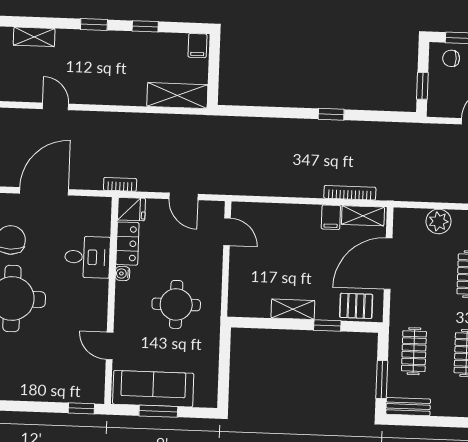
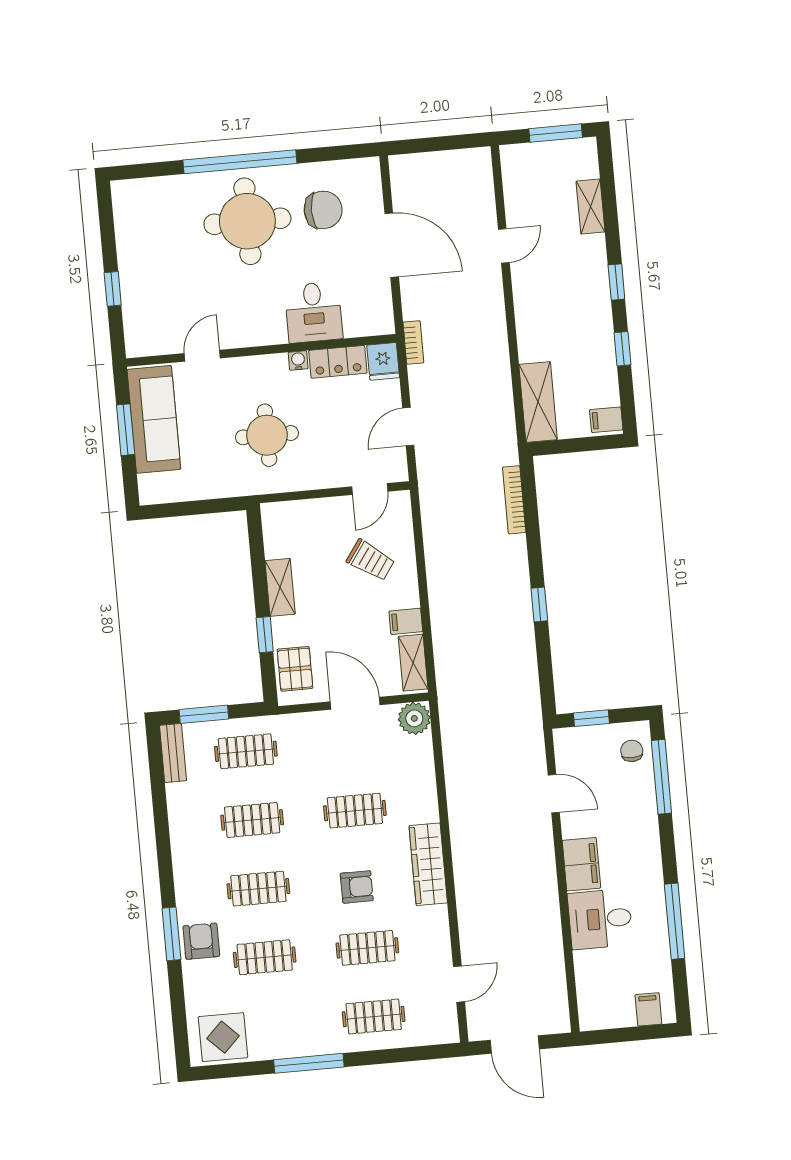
bookcase: (350, 193) -> (514, 500), moved, turned 180
plant: (439, 221) -> (414, 718), moved
trolley: (281, 238) -> (371, 560), added
door: (388, 264) -> (355, 703), width x0.73
window: (81, 408) -> (113, 289), moved

